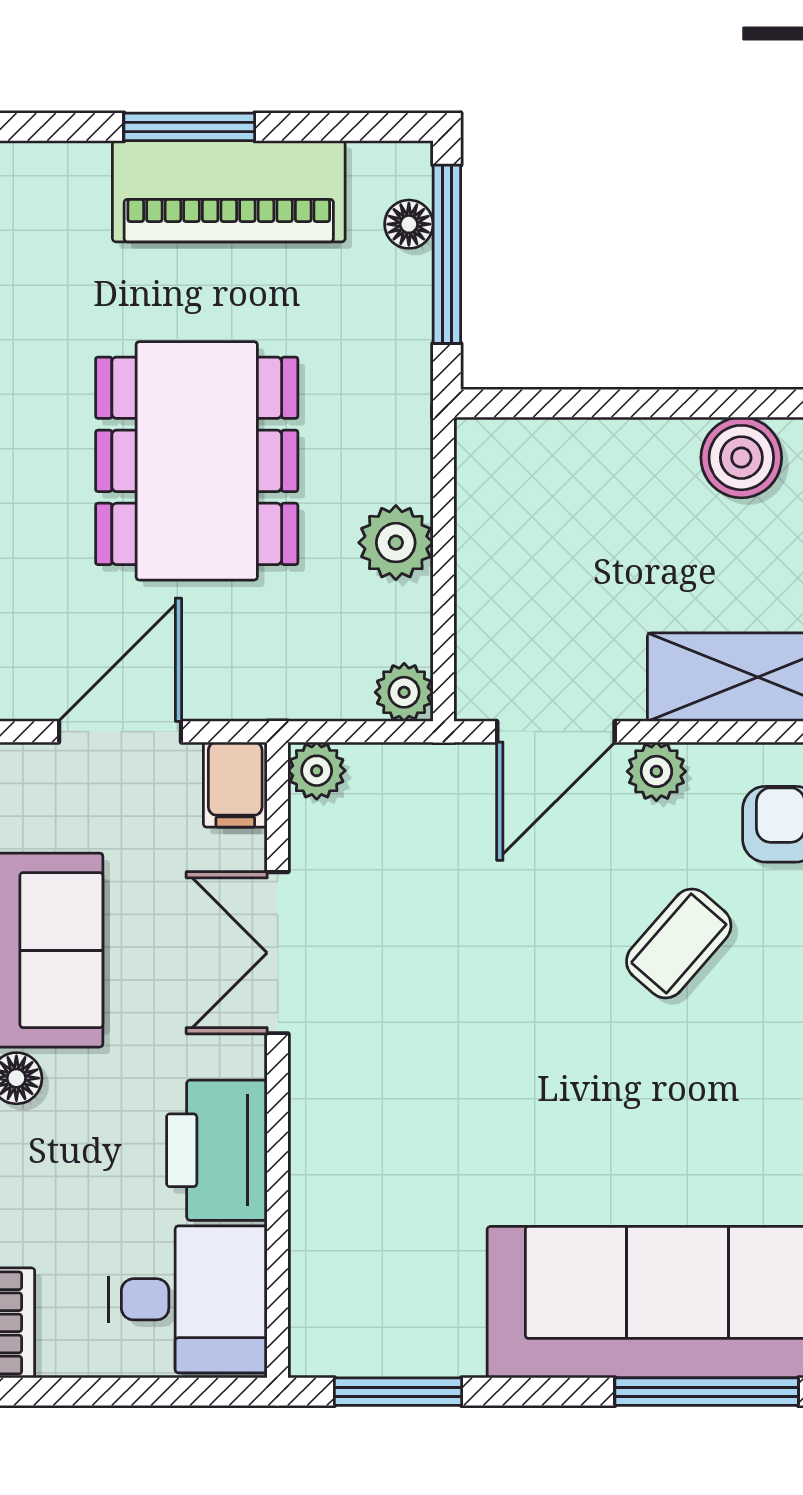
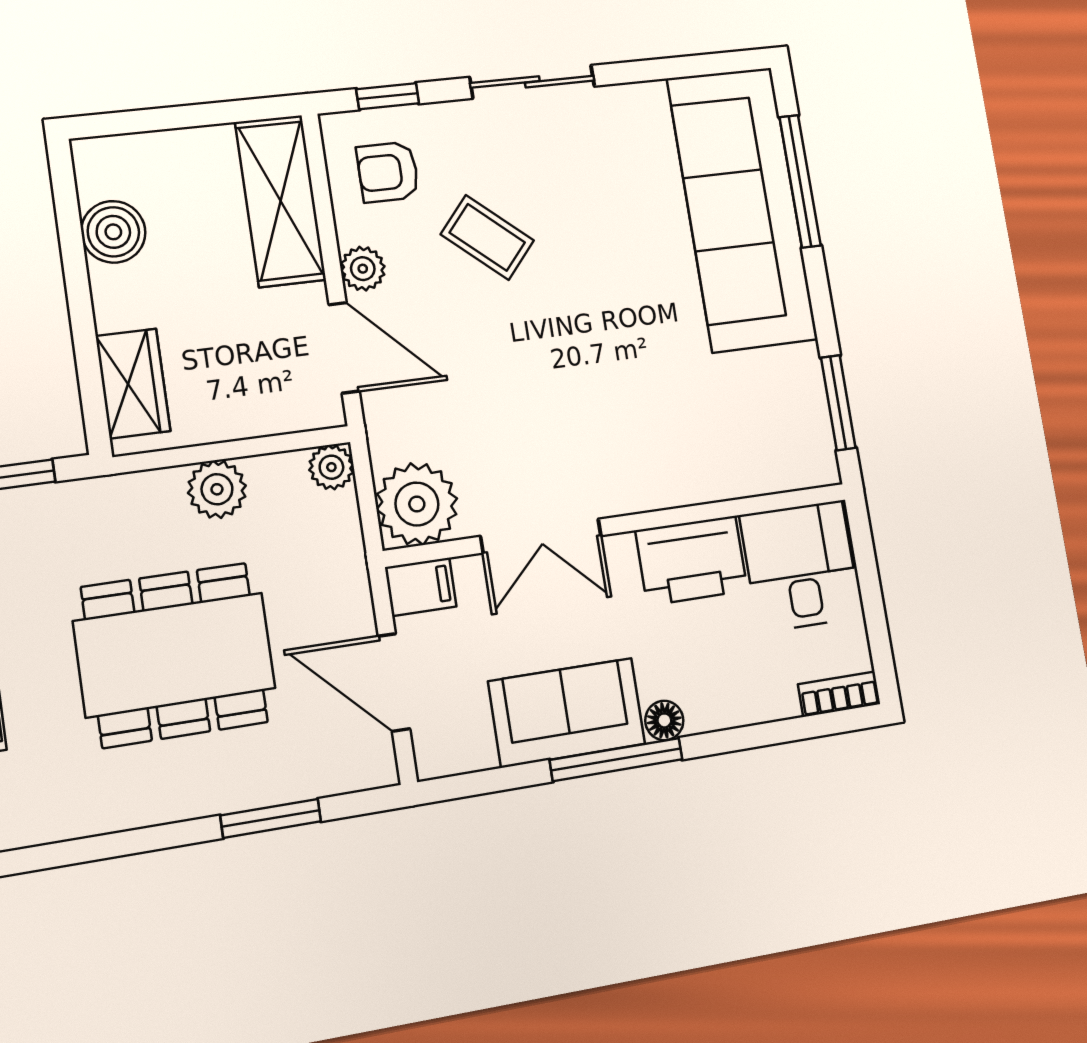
wardrobe: (544, 456) -> (133, 384), added
plant: (317, 771) -> (417, 504), width x1.88, depth x1.88

